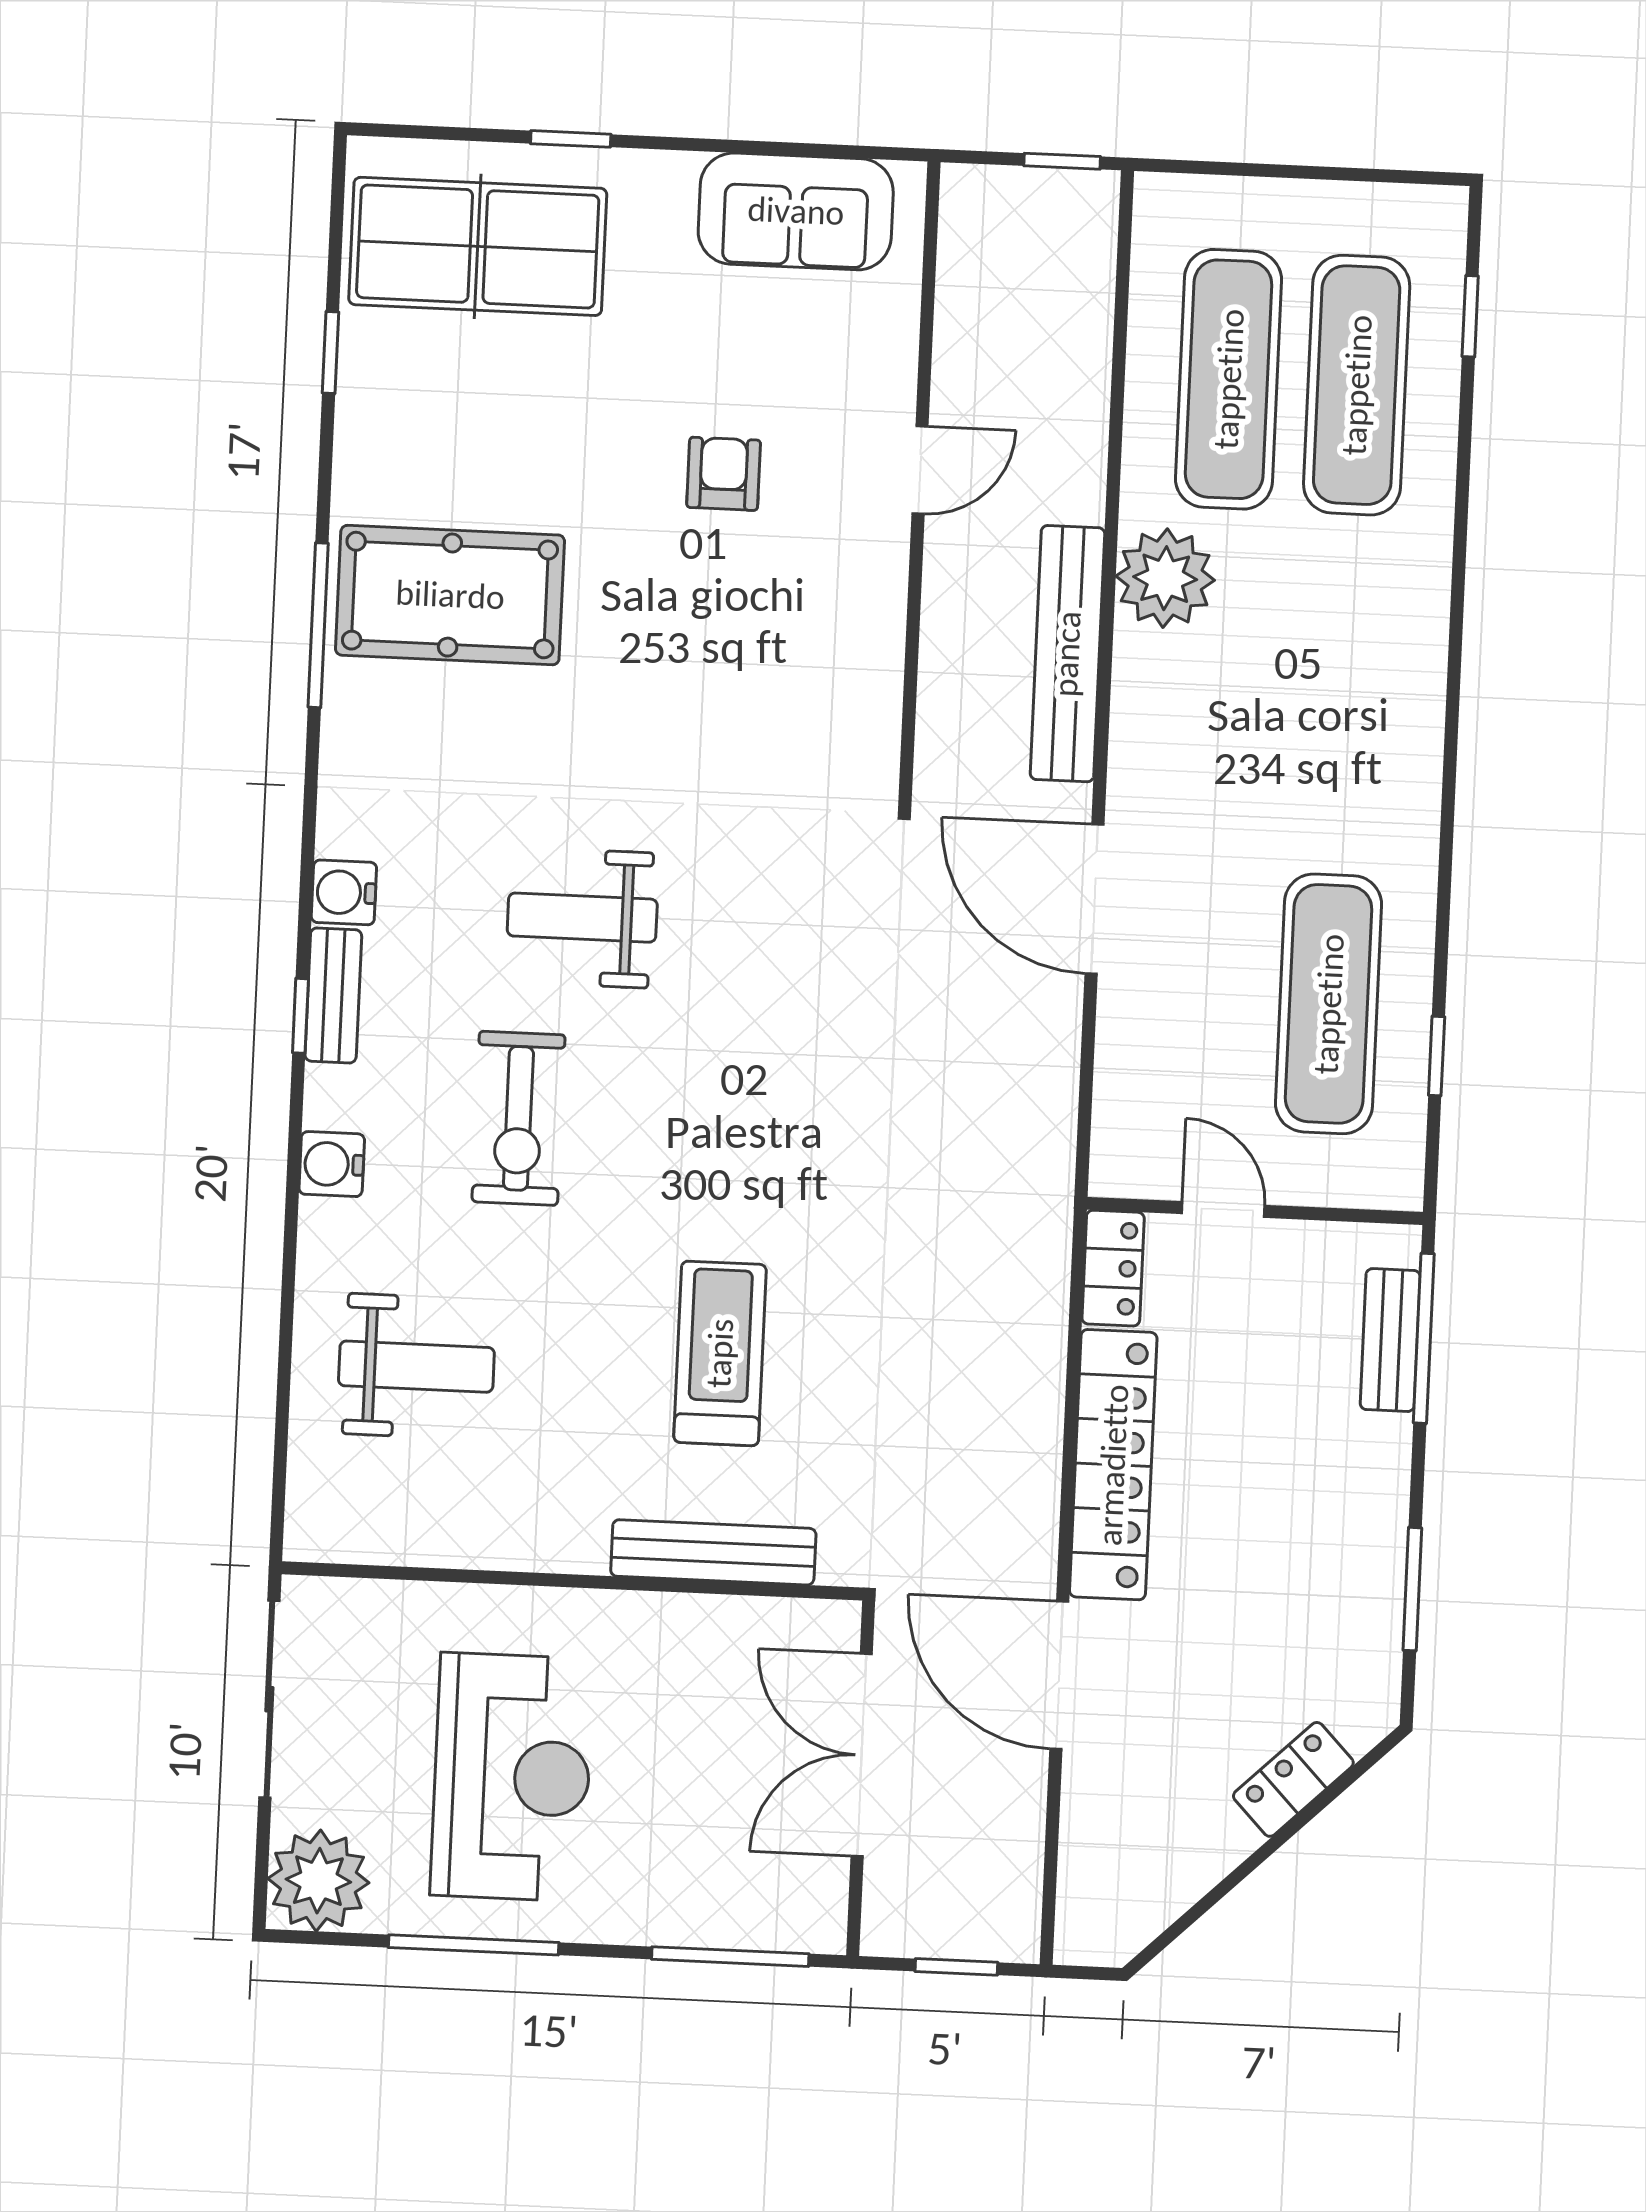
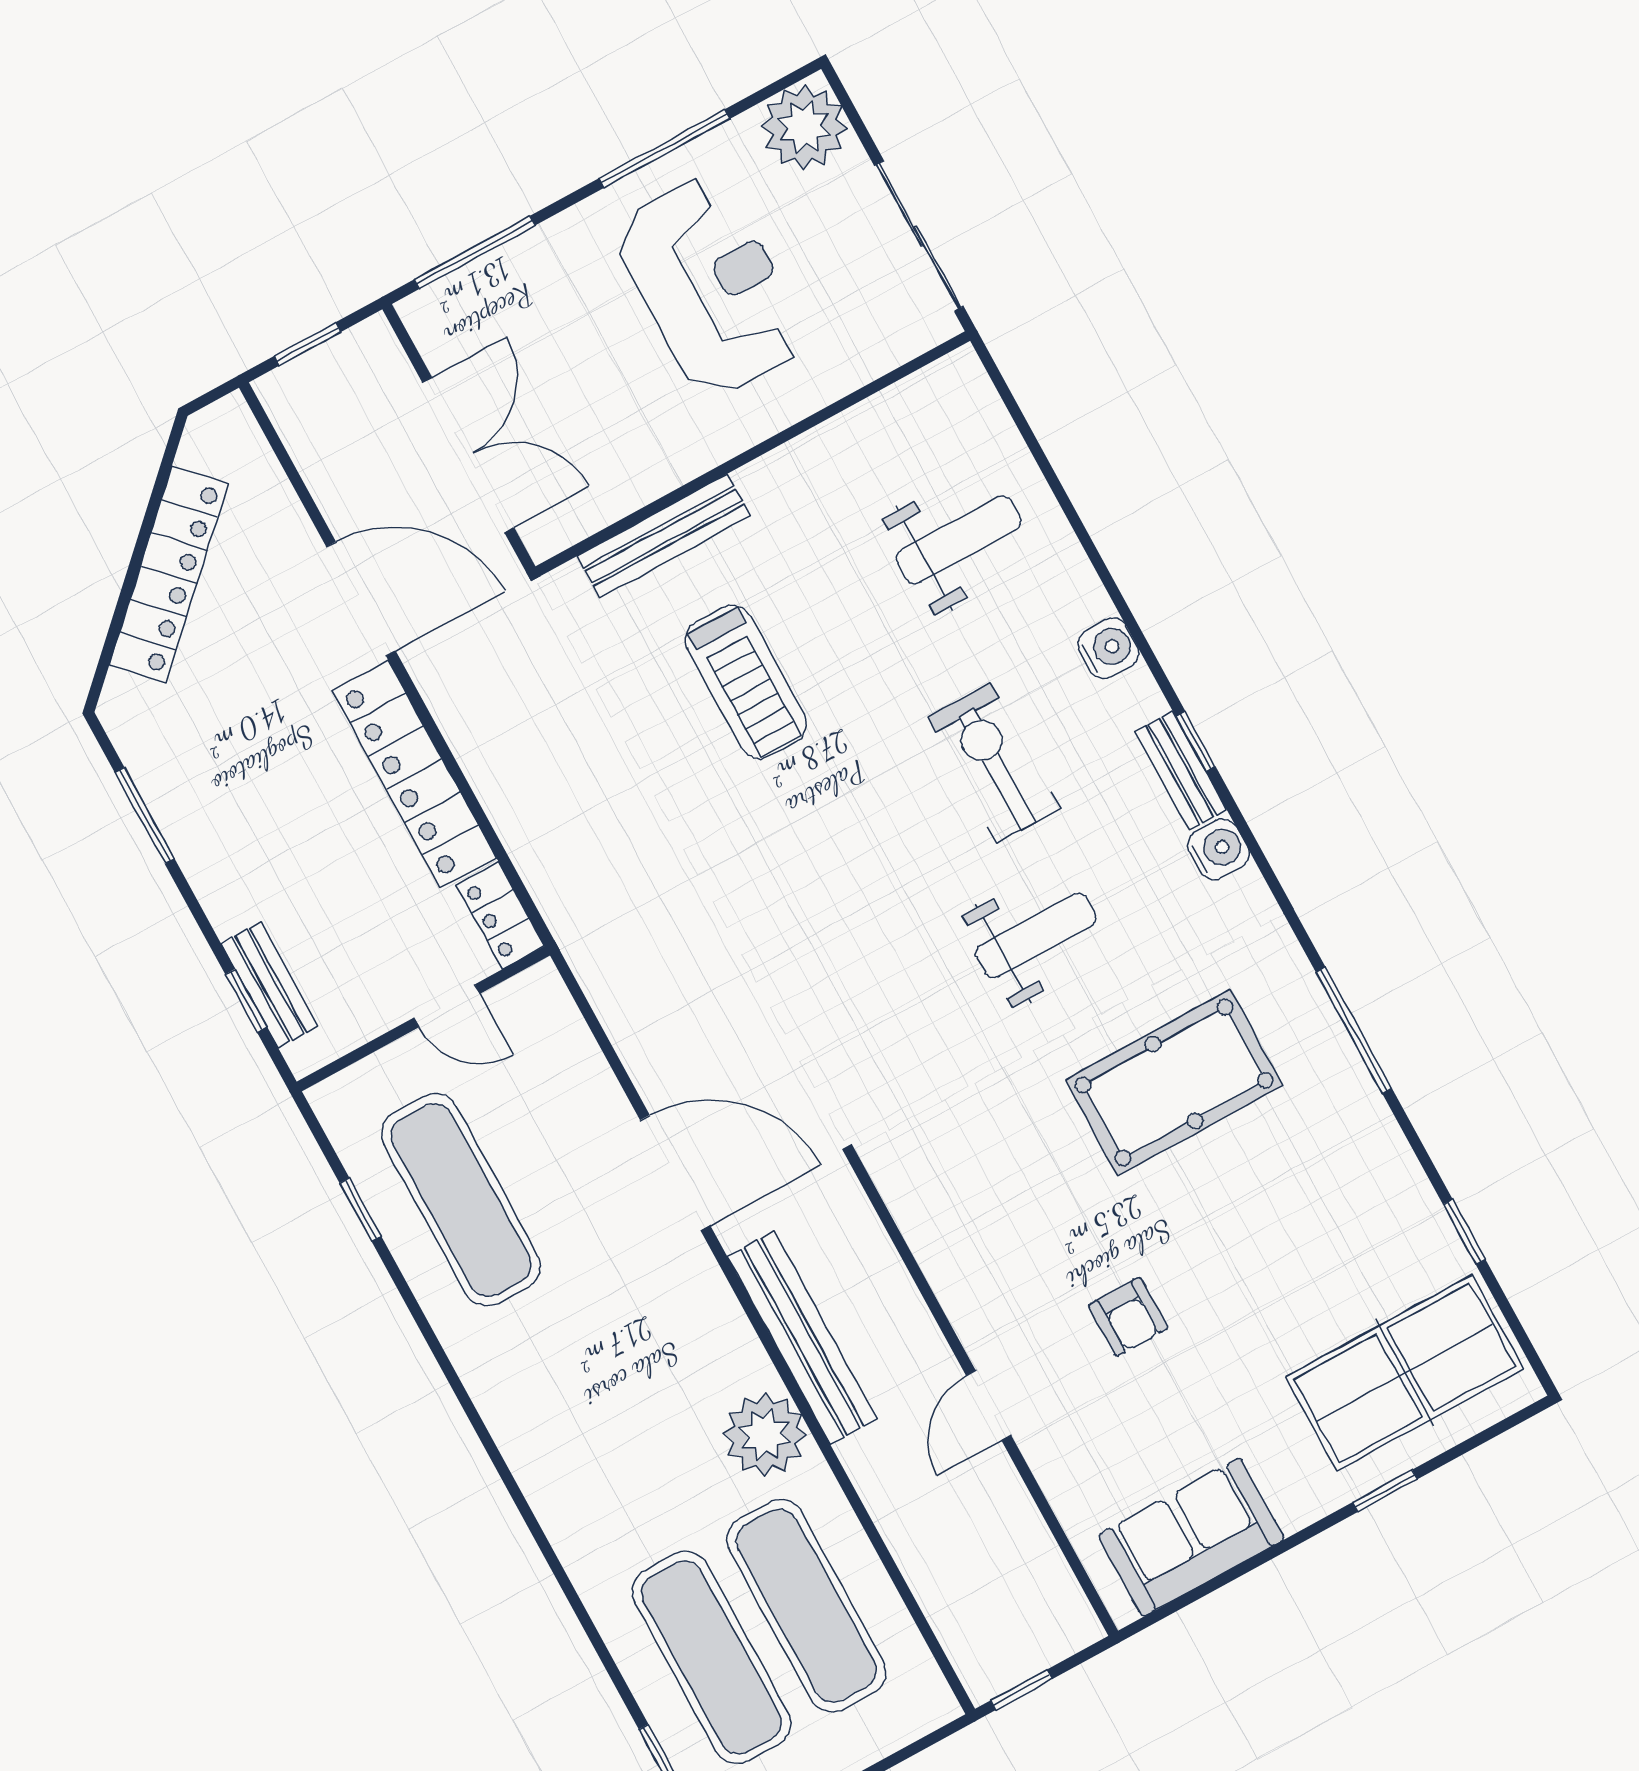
pool table: (450, 595) -> (1174, 1083), moved
window: (1424, 1338) -> (246, 1001), width x0.46
weight bench: (416, 1367) -> (959, 540), turned 180
reception desk: (512, 1777) -> (710, 286), turned 180
locker: (1293, 1779) -> (169, 574), width x2.16, depth x1.21

